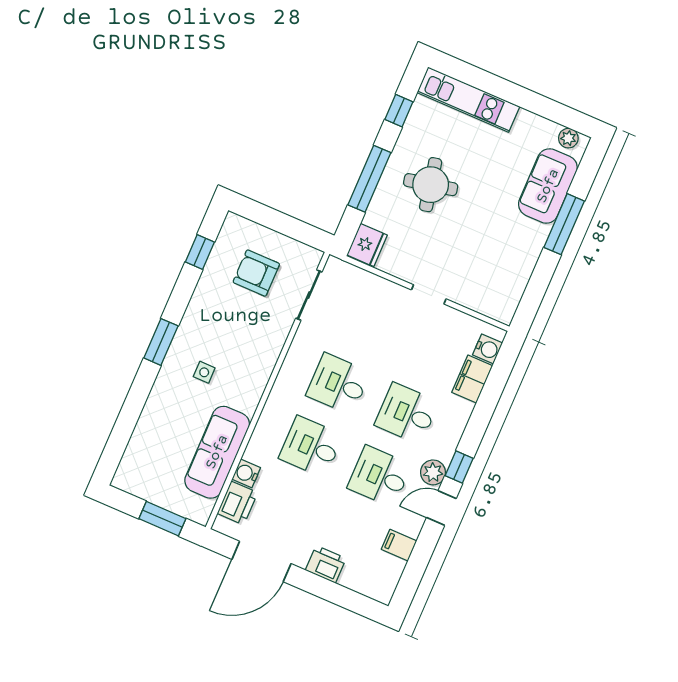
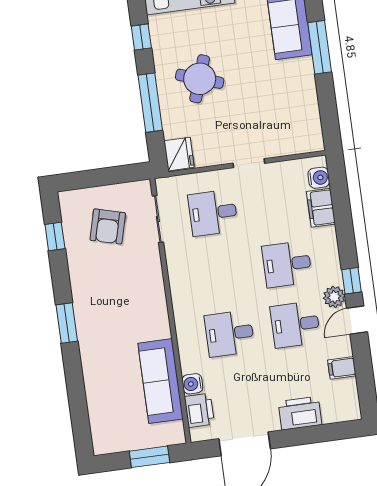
round table: (431, 185) -> (200, 79), turned 31
armchair: (256, 273) -> (108, 226), turned -75
side table: (204, 372) -> (114, 326), removed
desk: (338, 384) -> (213, 213), moved
printer: (326, 564) -> (300, 413), width x1.37, depth x1.19

